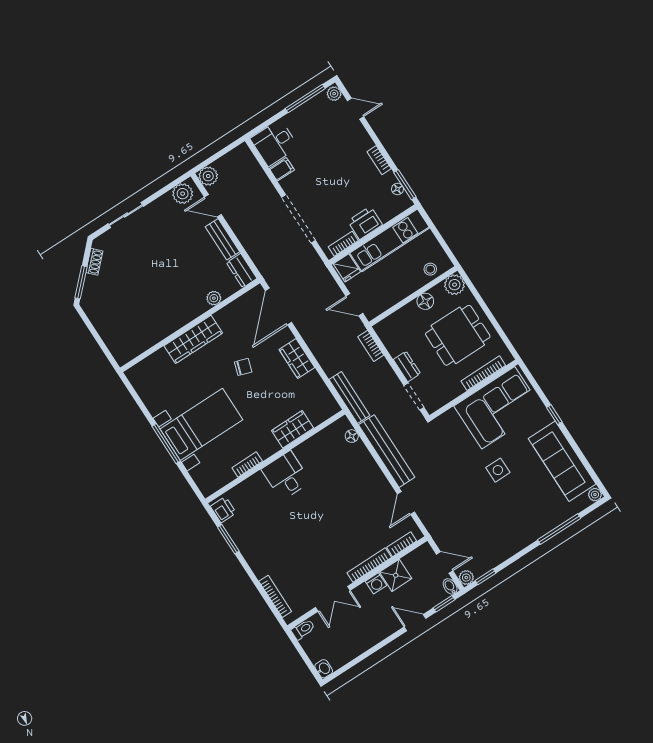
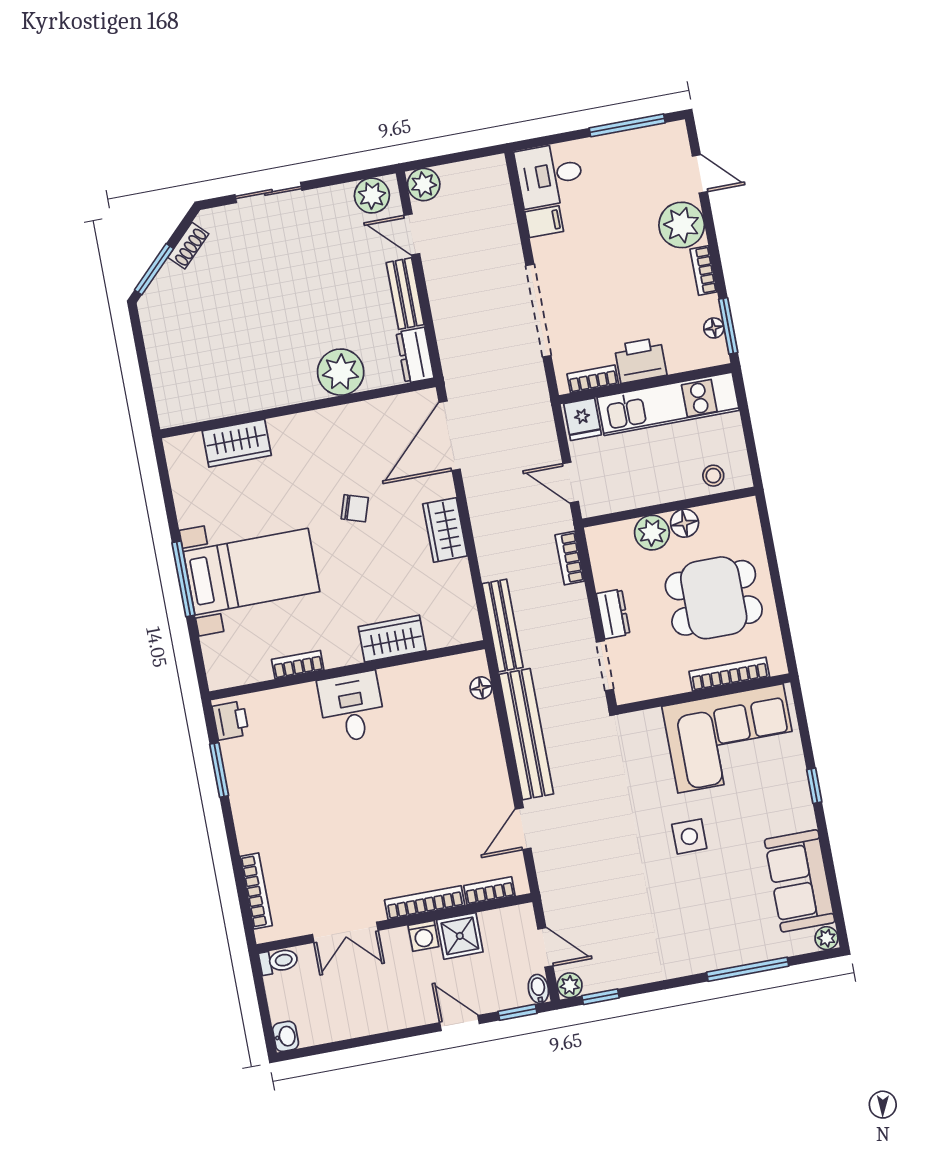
plant: (334, 94) -> (682, 225), moved, width x1.87, depth x1.87
plant: (454, 285) -> (652, 533), moved
plant: (214, 298) -> (341, 372), width x1.87, depth x1.87
wardrobe: (193, 339) -> (237, 443), moved, width x0.67
sofa: (562, 461) -> (800, 881), width x0.73

